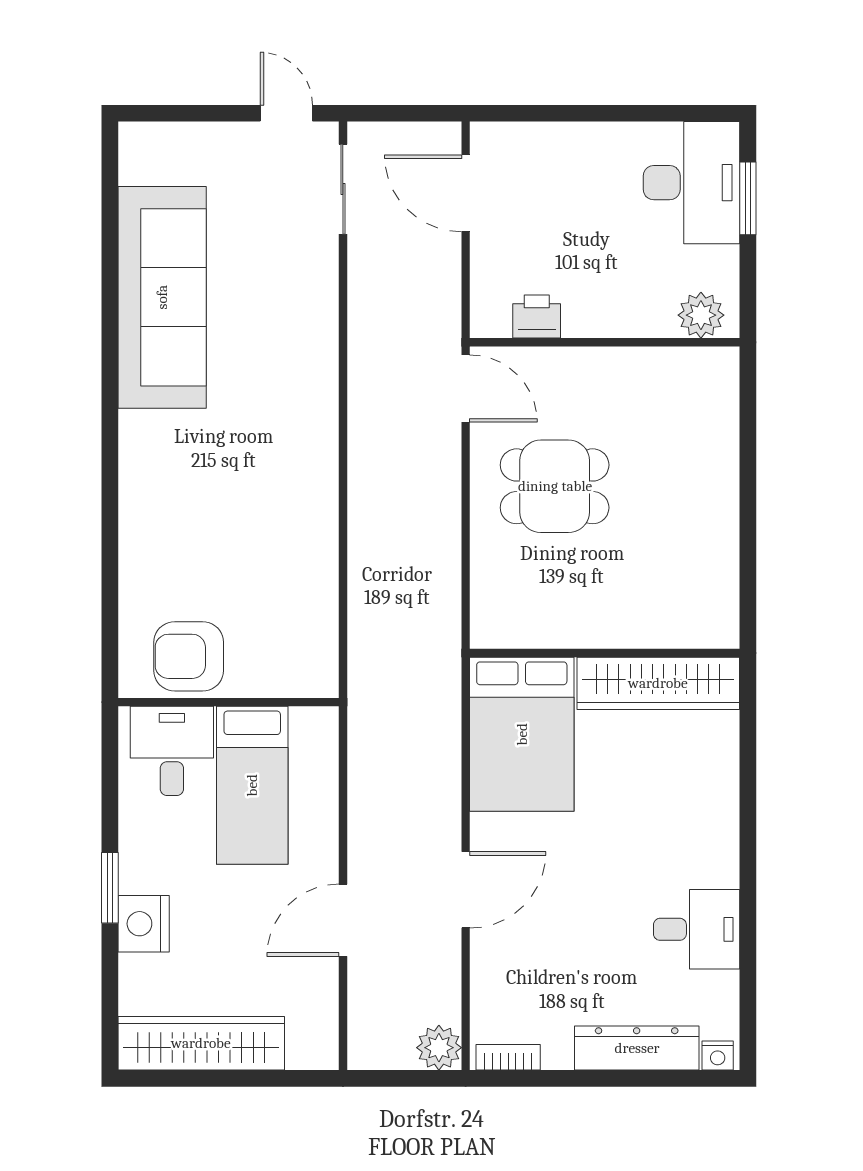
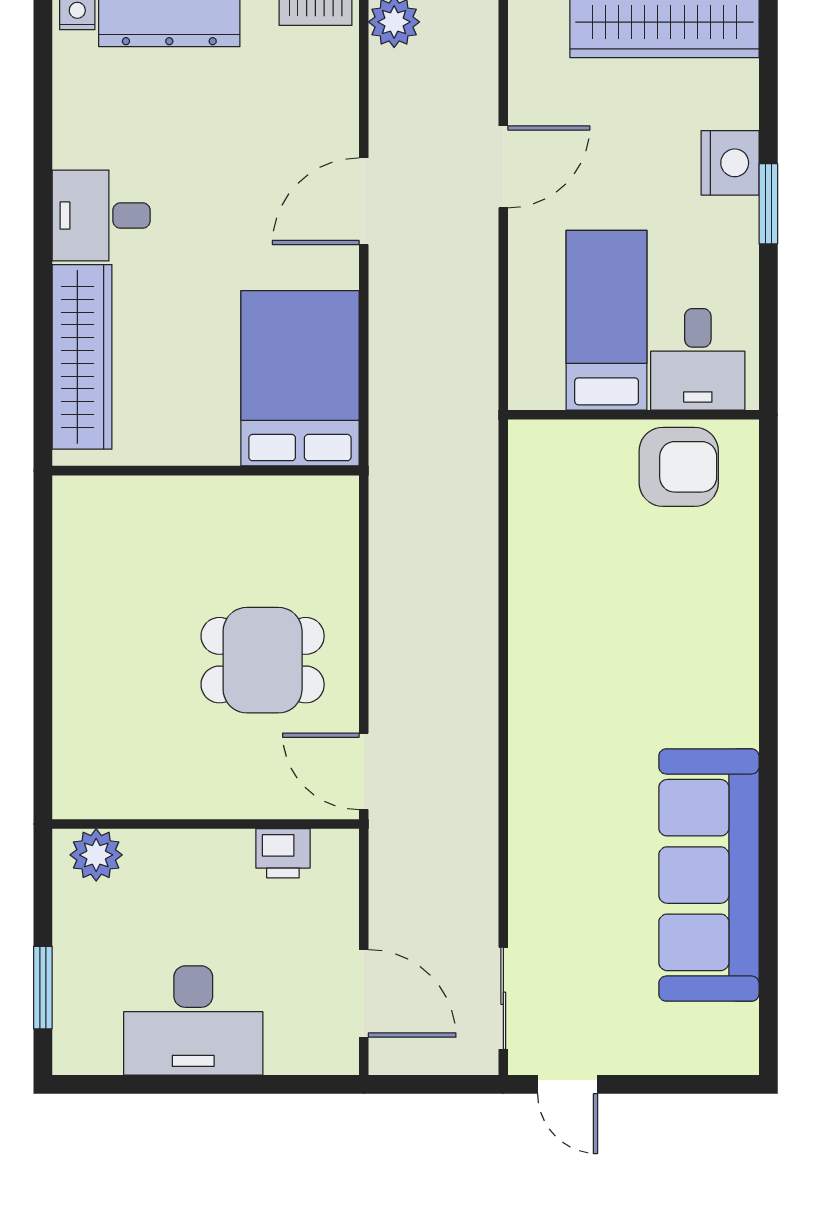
desk: (692, 183) -> (193, 1020), moved, turned -90
wardrobe: (658, 683) -> (82, 357), moved, turned 90
desk: (697, 929) -> (101, 216), moved

